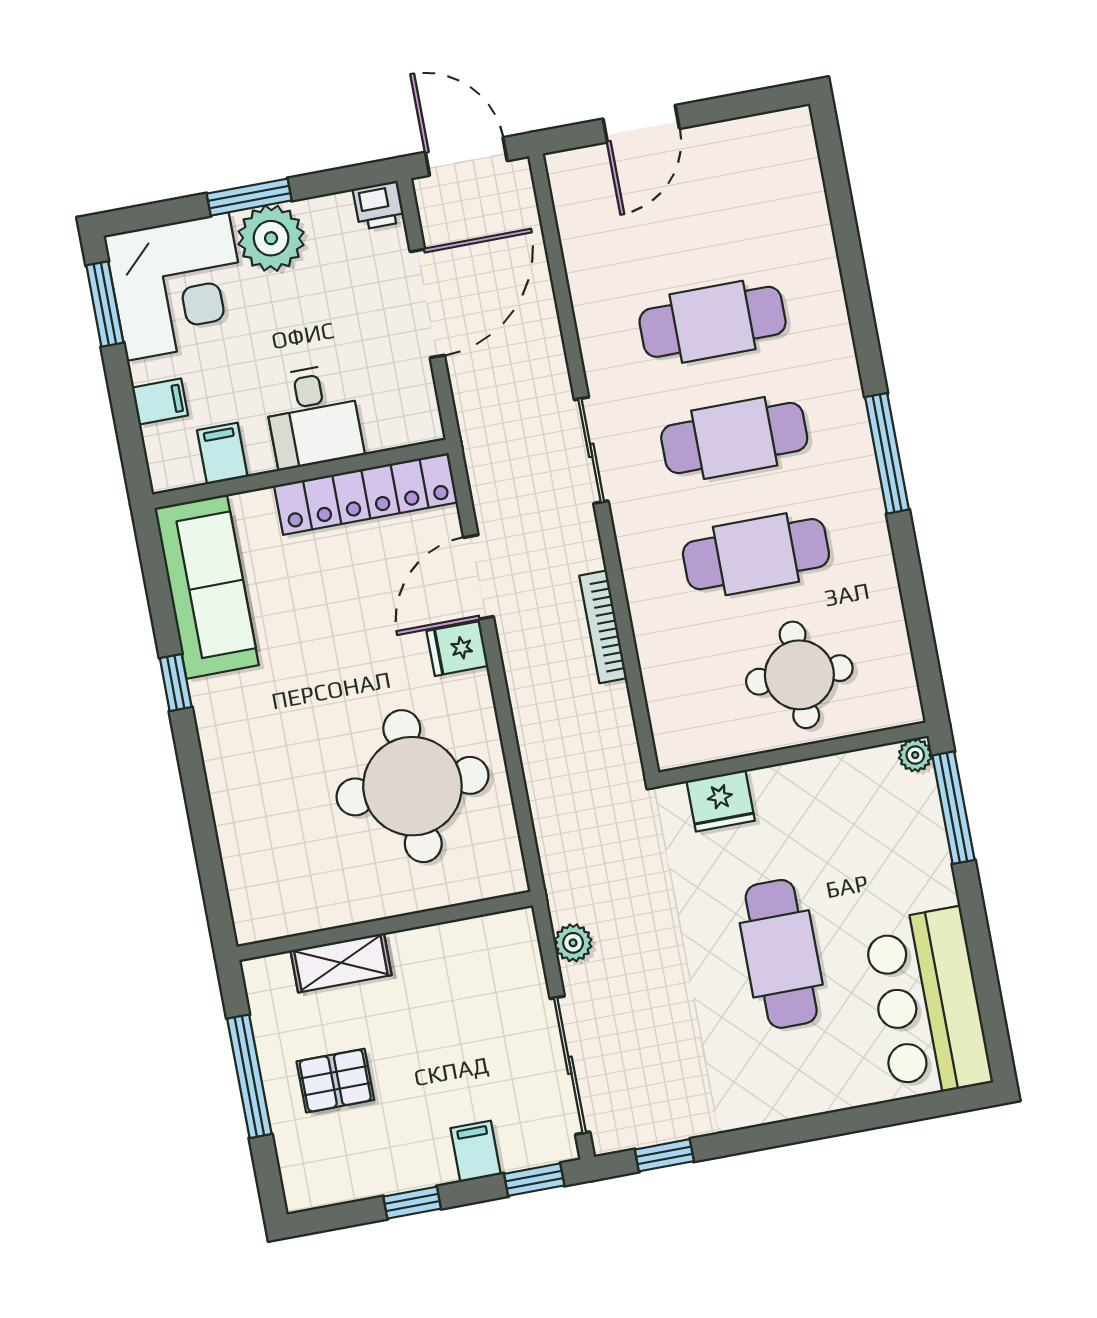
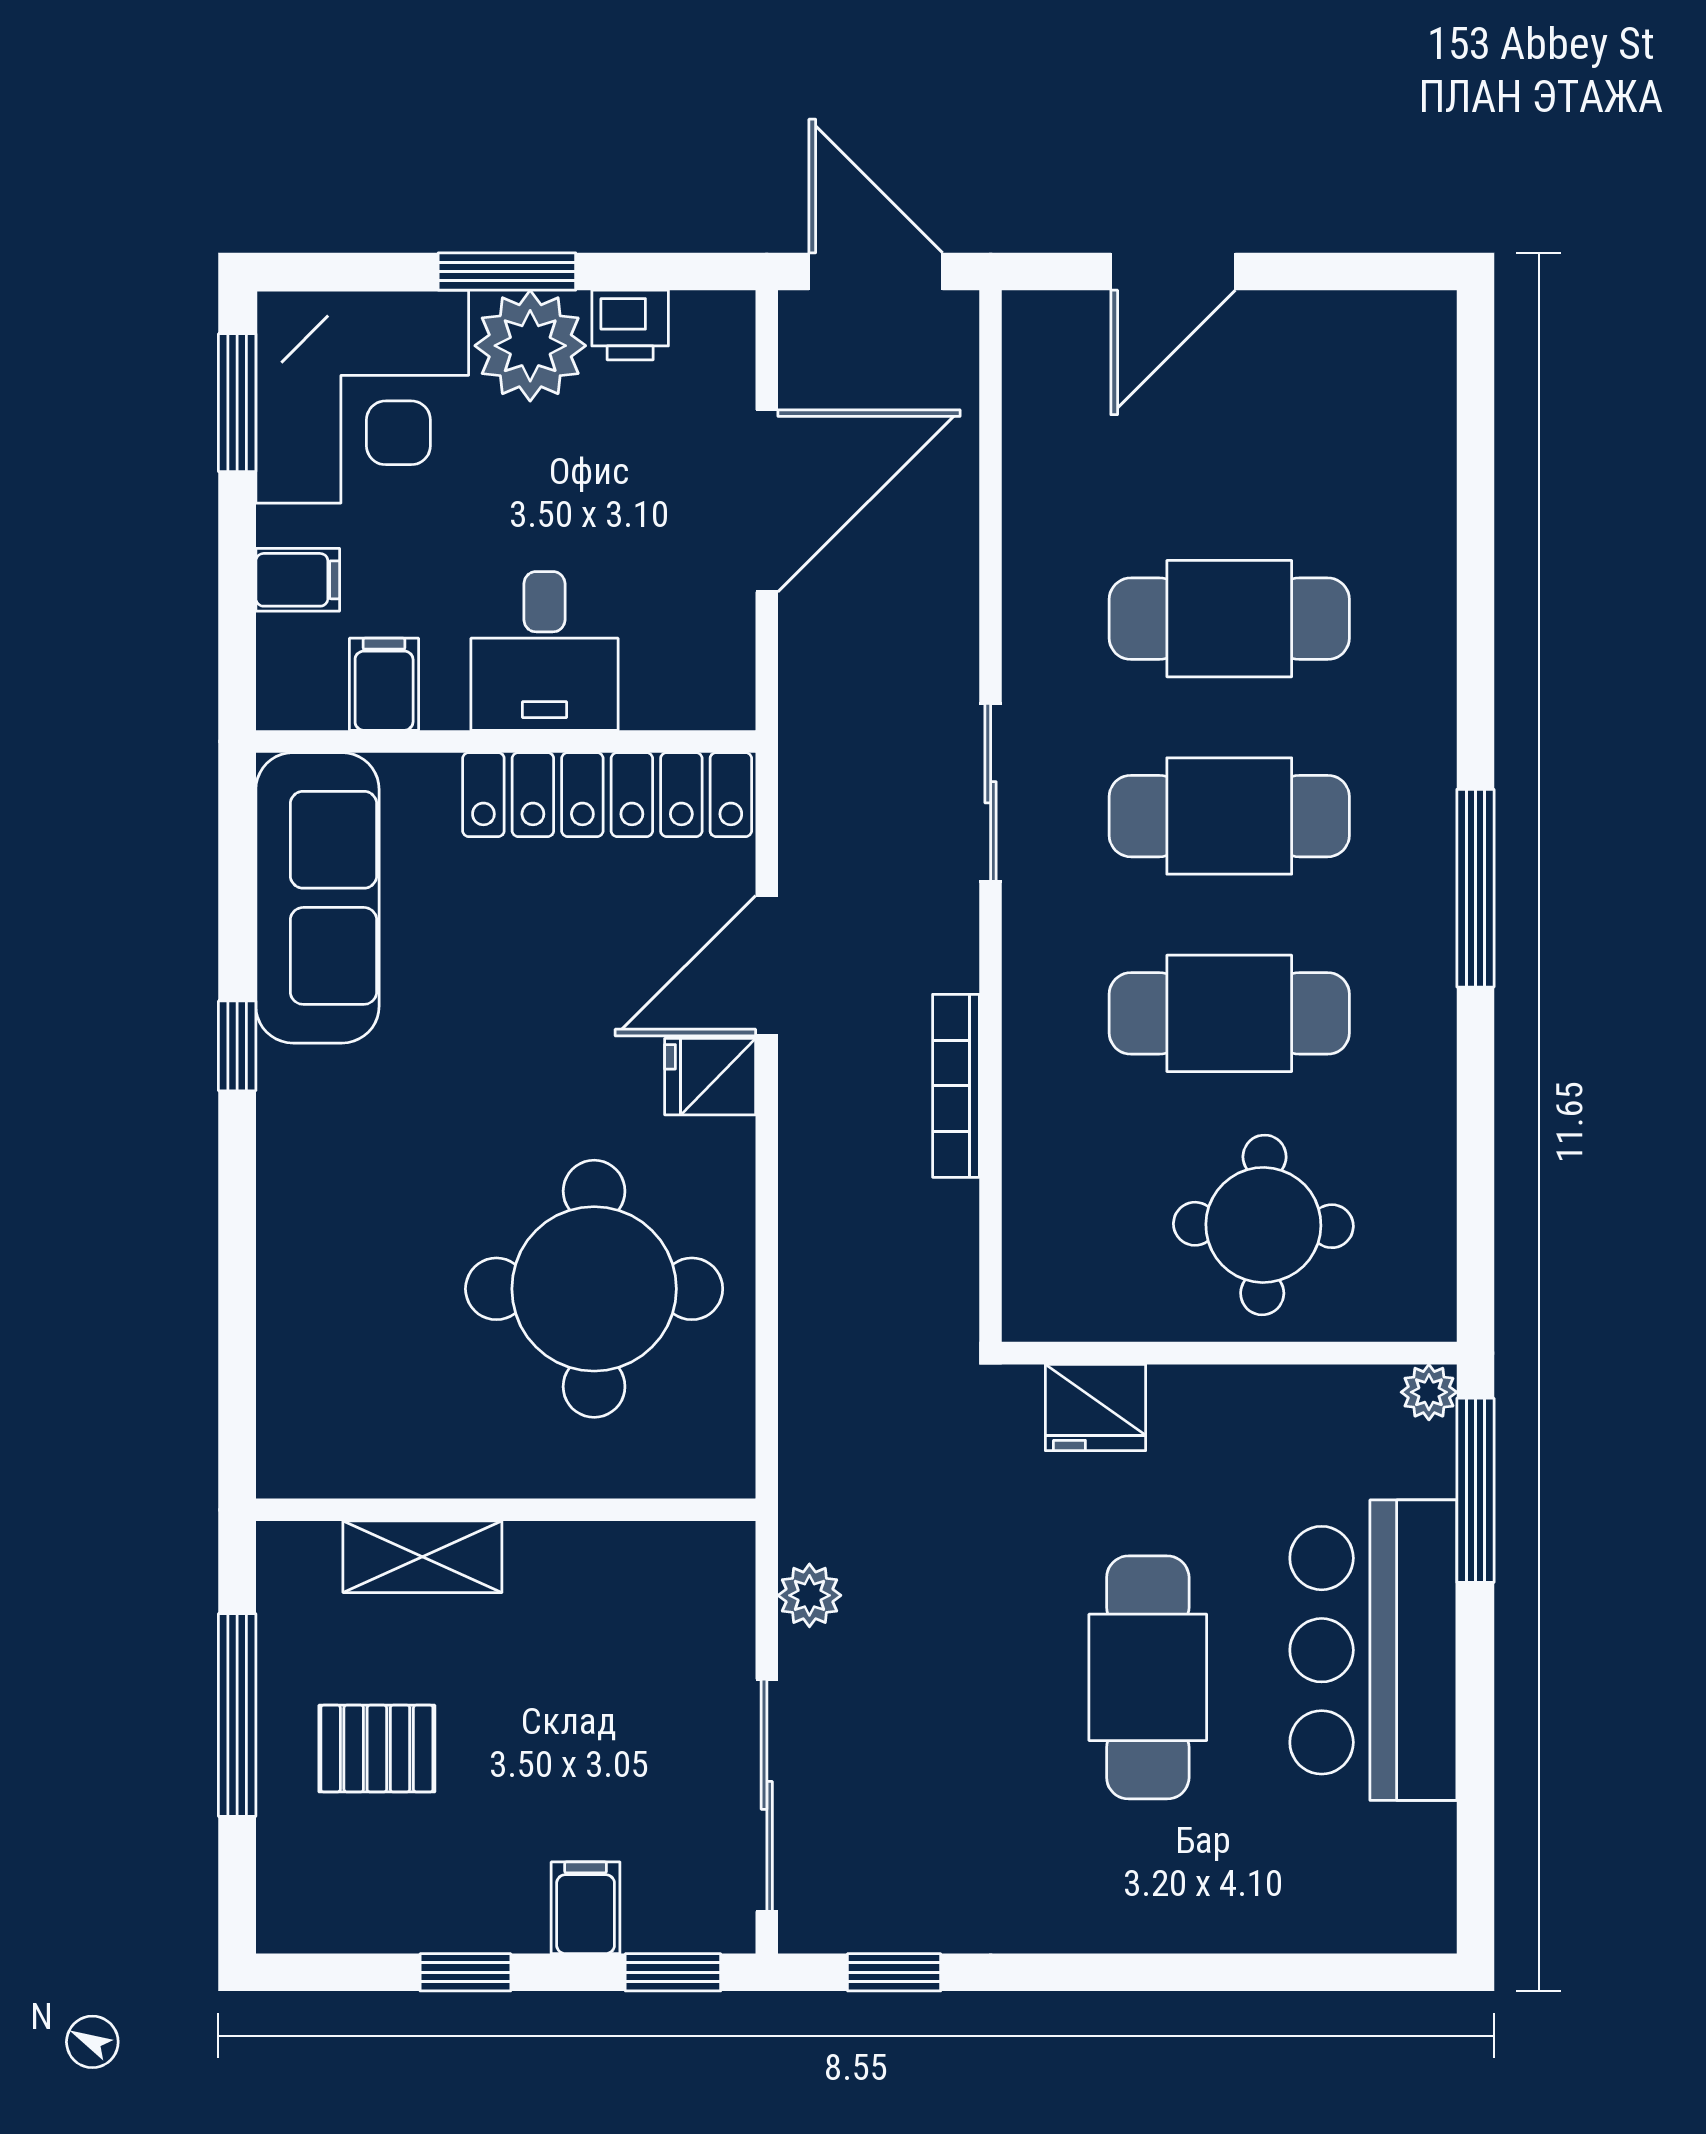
printer: (379, 205) -> (630, 325), moved
bar counter: (928, 1003) -> (1373, 1650), moved

